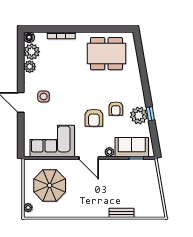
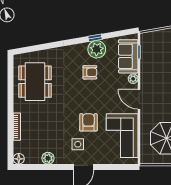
plant: (32, 52) -> (33, 156), removed
armchair: (94, 118) -> (88, 122), moved, turned -90
door: (89, 158) -> (139, 99), swing flipped

